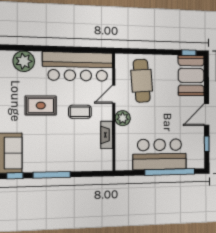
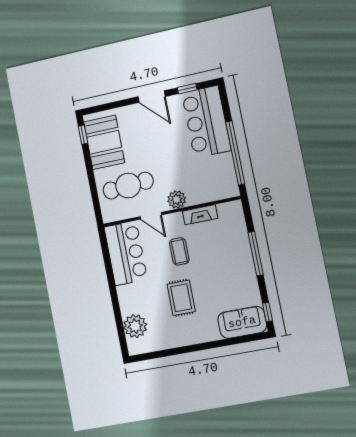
bar counter: (78, 67) -> (126, 253), width x0.73
booth: (191, 75) -> (104, 142), moved, turned 90
bar counter: (160, 154) -> (206, 122), moved
window: (170, 172) -> (235, 153), moved
window: (52, 175) -> (256, 254), moved

